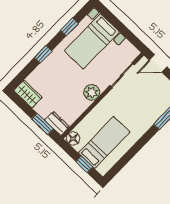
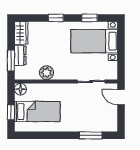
plant: (92, 92) -> (46, 73), moved
dresser: (57, 123) -> (20, 55), moved

